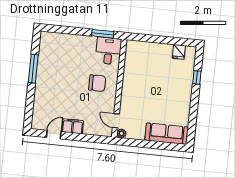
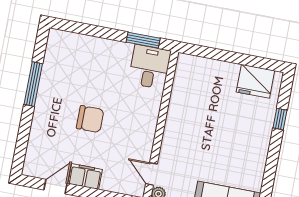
fridge: (179, 52) -> (255, 81), width x1.88, depth x1.34
chair: (97, 83) -> (90, 119), moved

